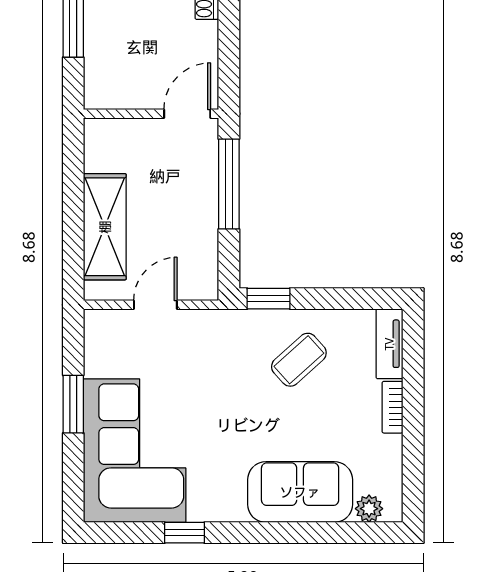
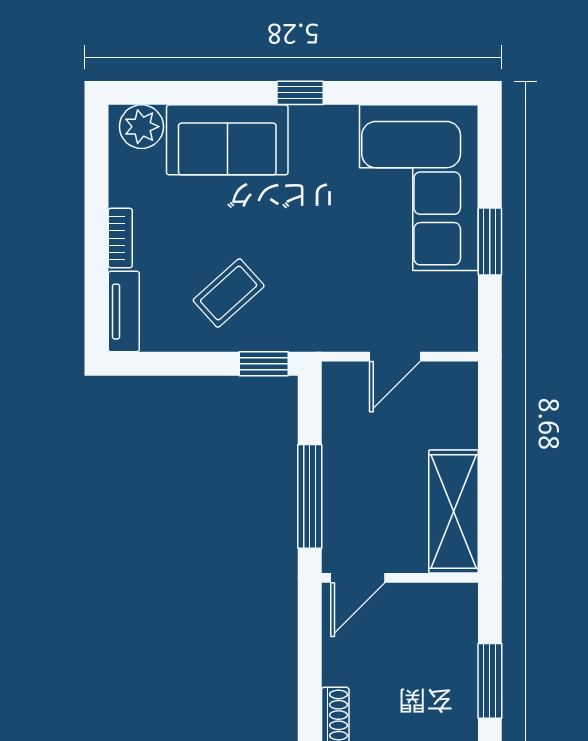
shelving: (105, 227) -> (453, 512), moved
plant: (369, 509) -> (141, 127), width x1.38, depth x1.38
window: (184, 533) -> (300, 93), moved

